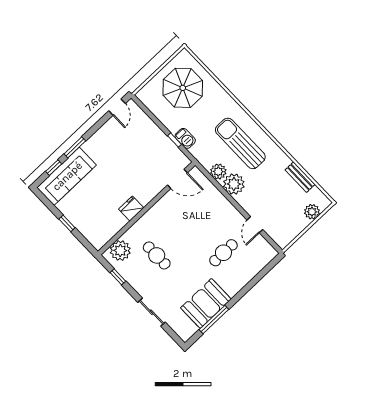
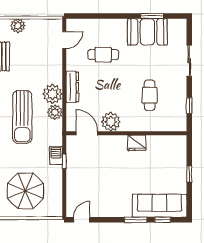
dresser: (224, 204) -> (72, 87), added
door: (255, 225) -> (64, 40), moved
plant: (120, 251) -> (111, 122), moved
window: (214, 320) -> (152, 16), width x0.69

